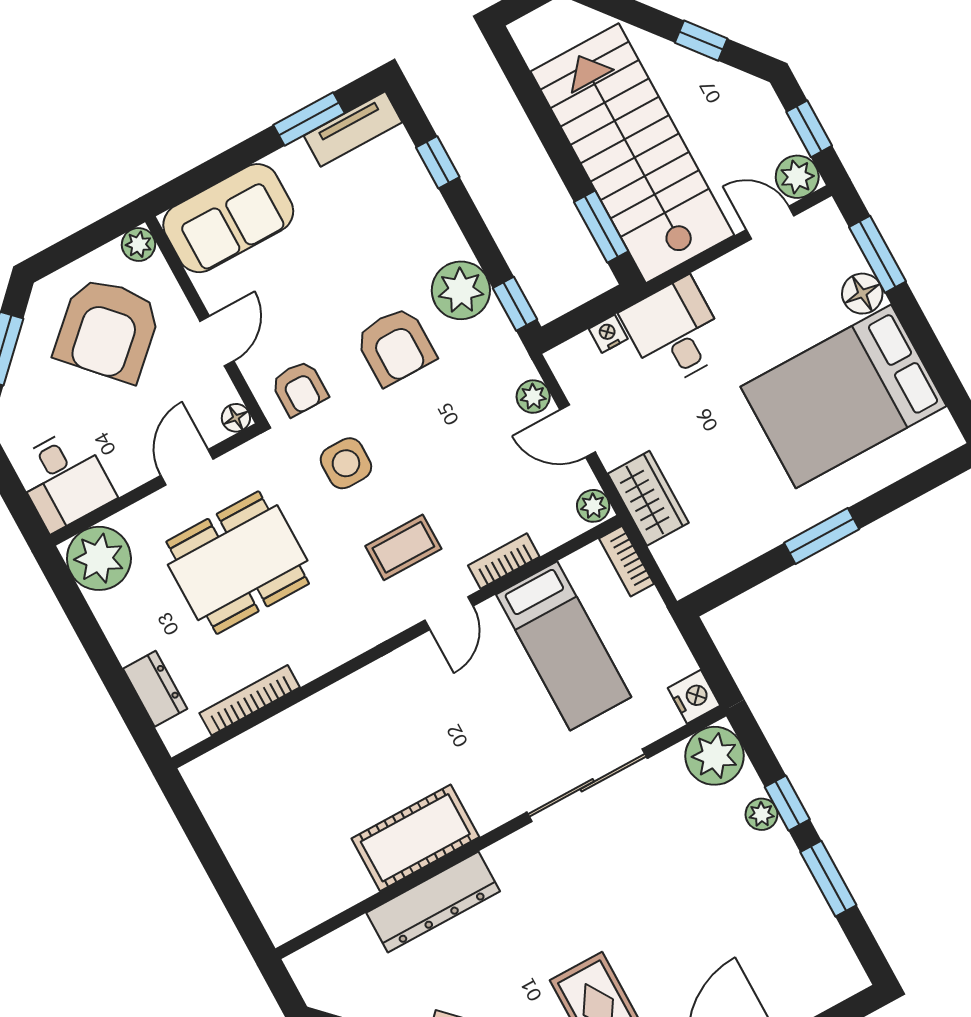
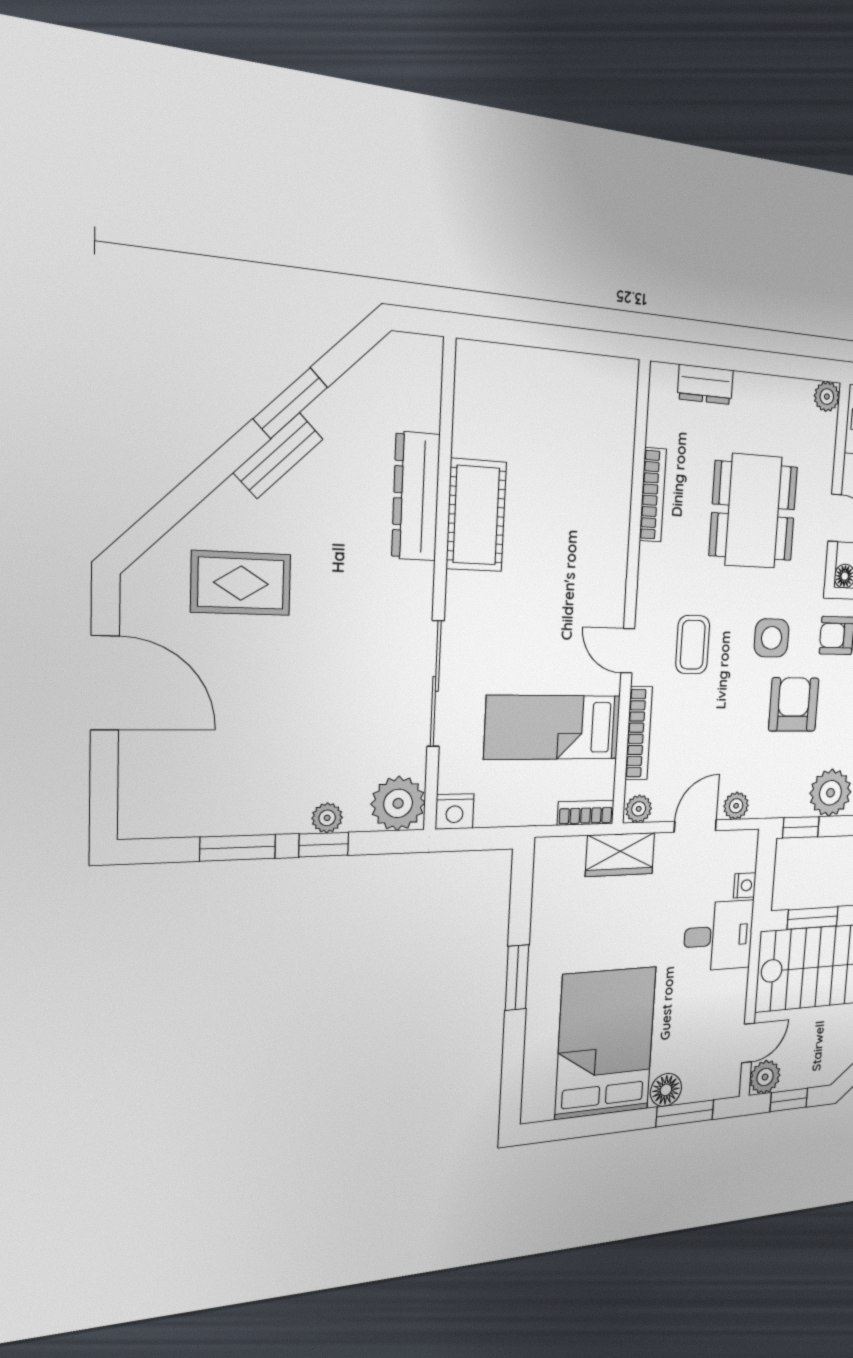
armchair: (395, 346) -> (794, 704), moved, turned 90
plant: (99, 558) -> (827, 397), width x0.53, depth x0.53
bookcase: (504, 561) -> (639, 733), width x1.56
bookcase: (250, 700) -> (653, 495), moved

